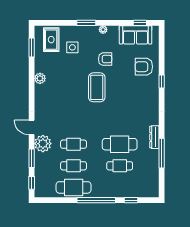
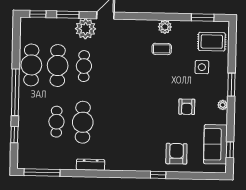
coffee table: (97, 87) -> (162, 49), moved, width x0.54, depth x0.58
window: (162, 153) -> (42, 172), moved
cafe table: (74, 166) -> (58, 66), width x1.37, depth x1.35

